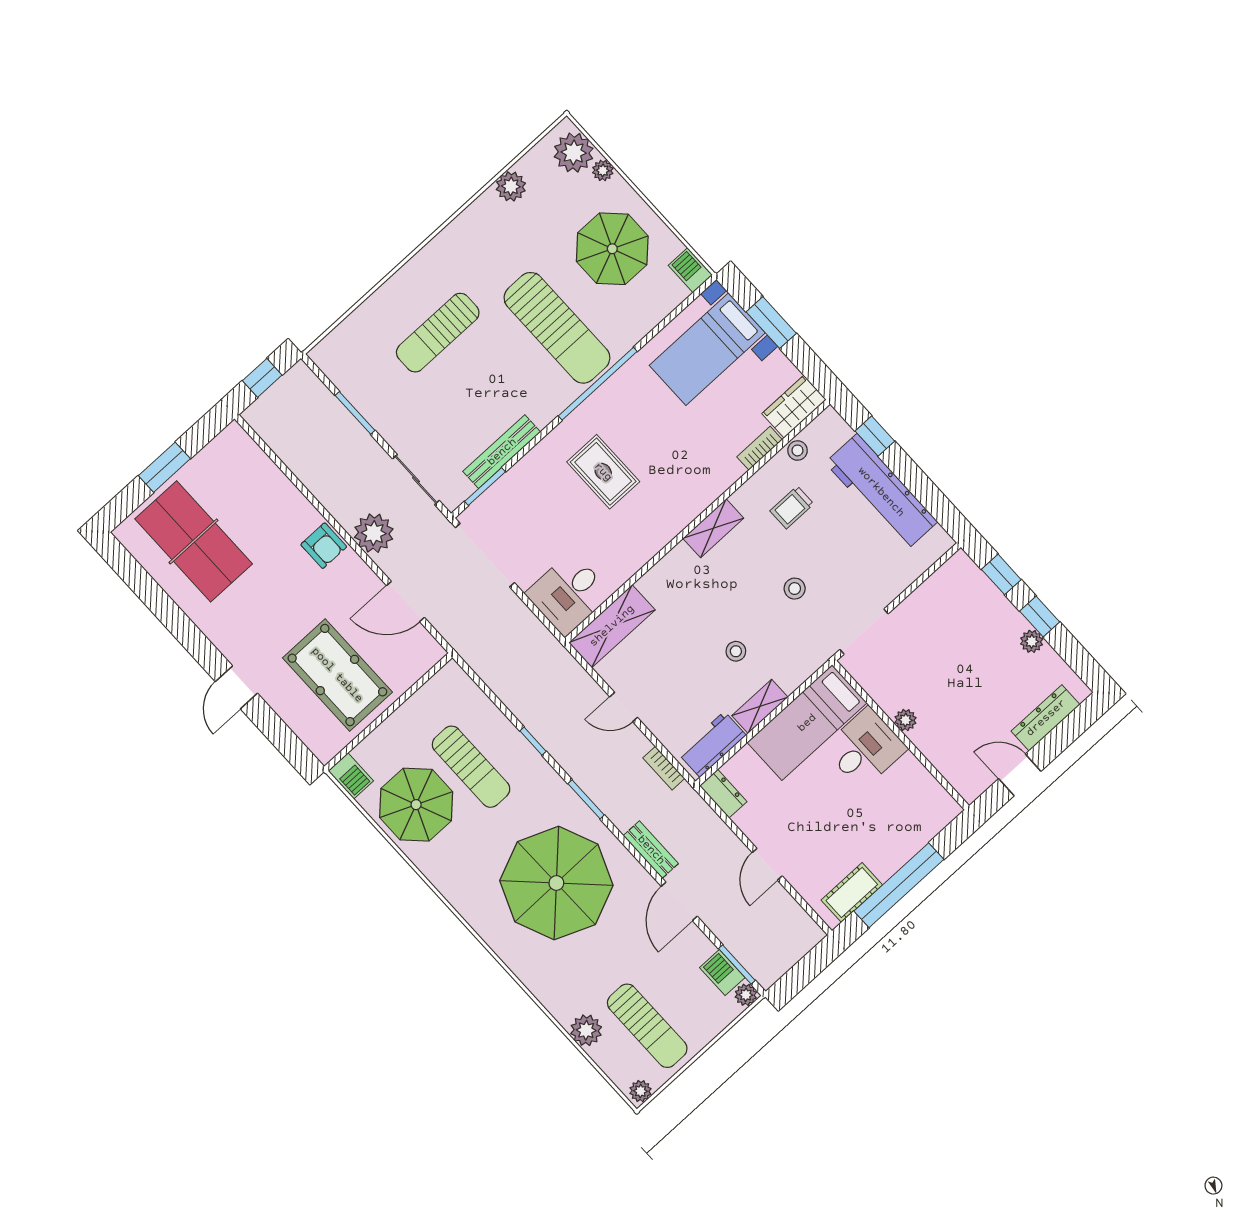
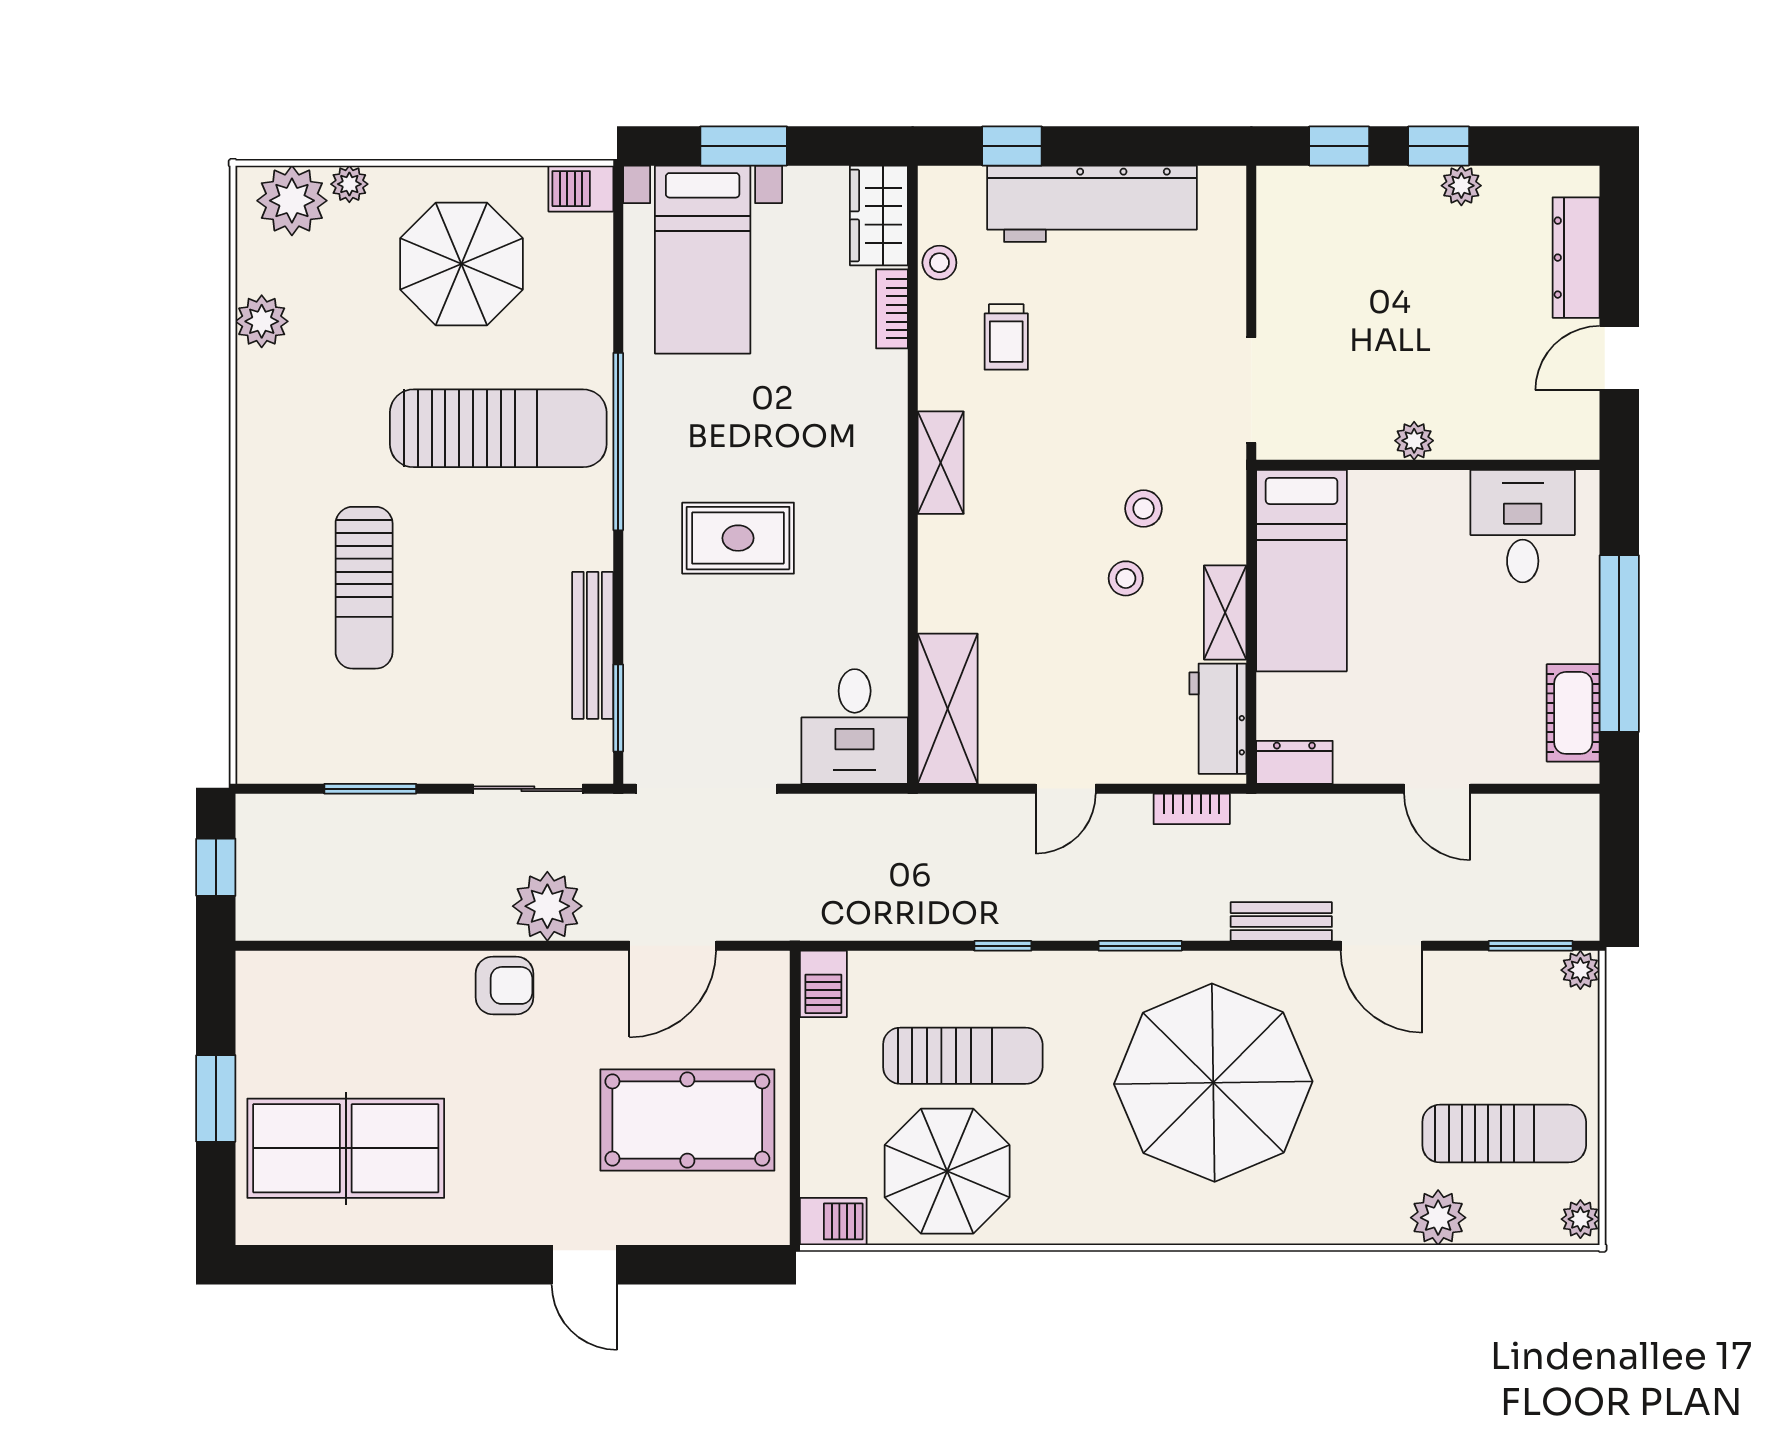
stool: (795, 589) -> (1144, 509), moved
desk: (865, 748) -> (1523, 526), moved
barbecue: (722, 973) -> (823, 984), moved, turned -90

